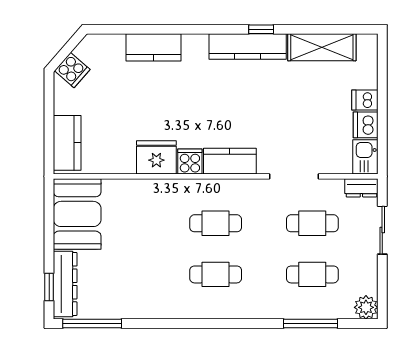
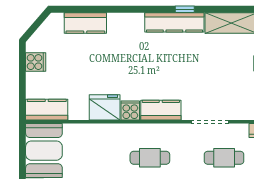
kitchen counter: (153, 47) -> (85, 23), moved
cooker: (72, 70) -> (36, 62), moved, turned -41
kitchen counter: (67, 143) -> (47, 110), moved, turned -90

